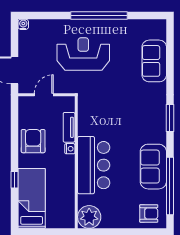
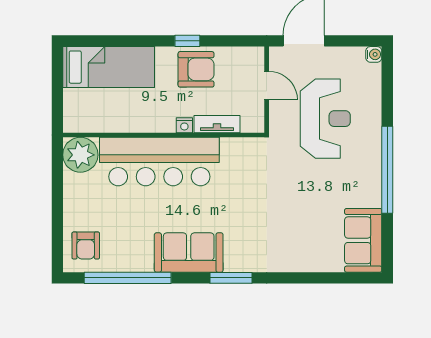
reception desk: (83, 54) -> (325, 119), moved
sofa: (154, 61) -> (363, 240), moved, turned -90
bar counter: (94, 165) -> (159, 162), width x1.36
sofa: (153, 167) -> (189, 253), moved
window: (14, 180) -> (187, 41), moved

